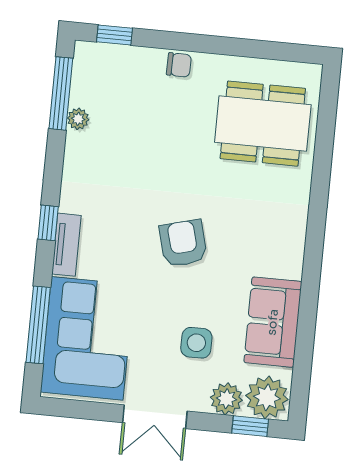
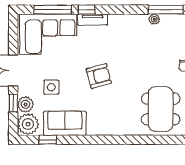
window: (48, 223) -> (87, 10), moved
window: (303, 360) -> (48, 140), added
window: (250, 426) -> (13, 103), moved

